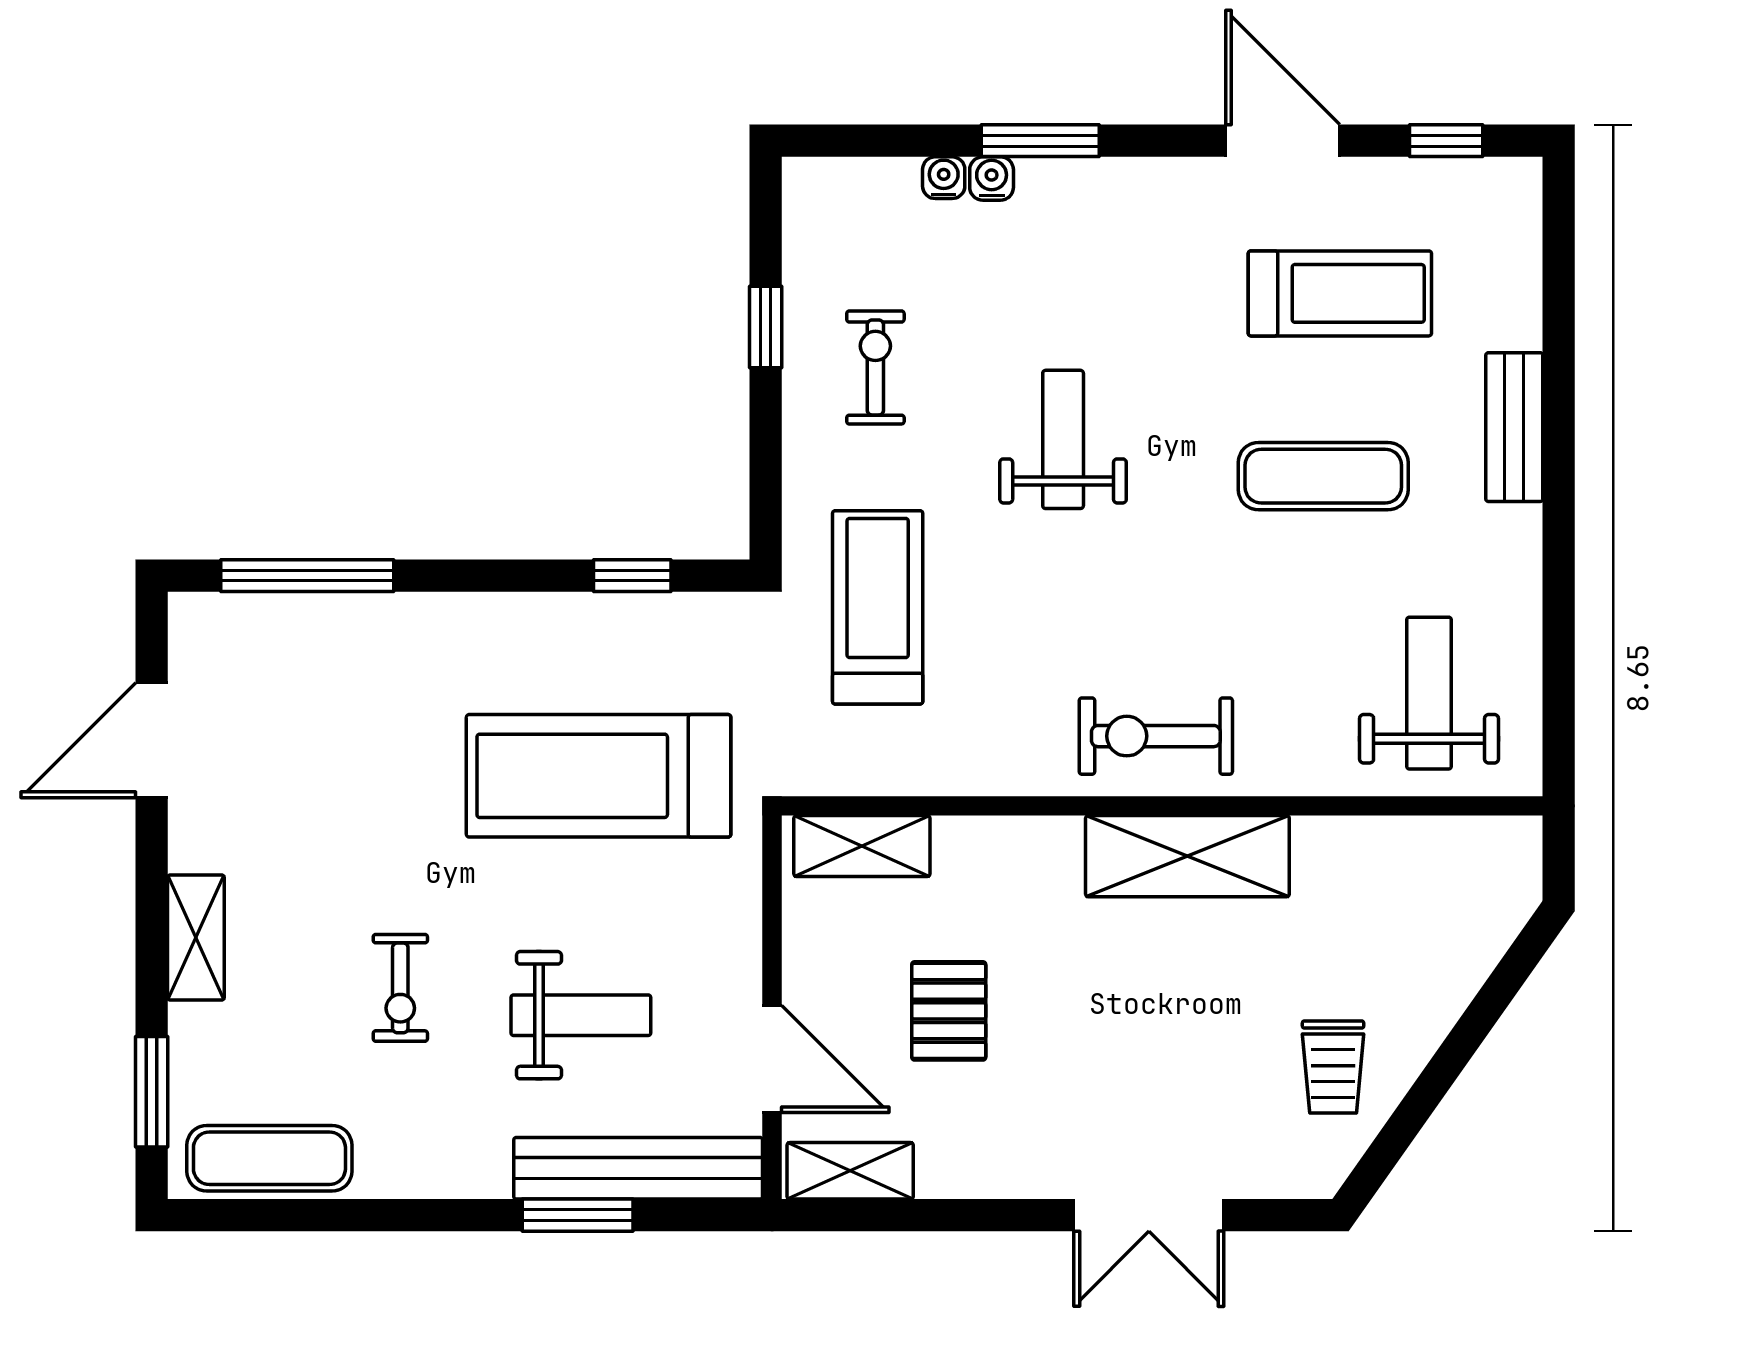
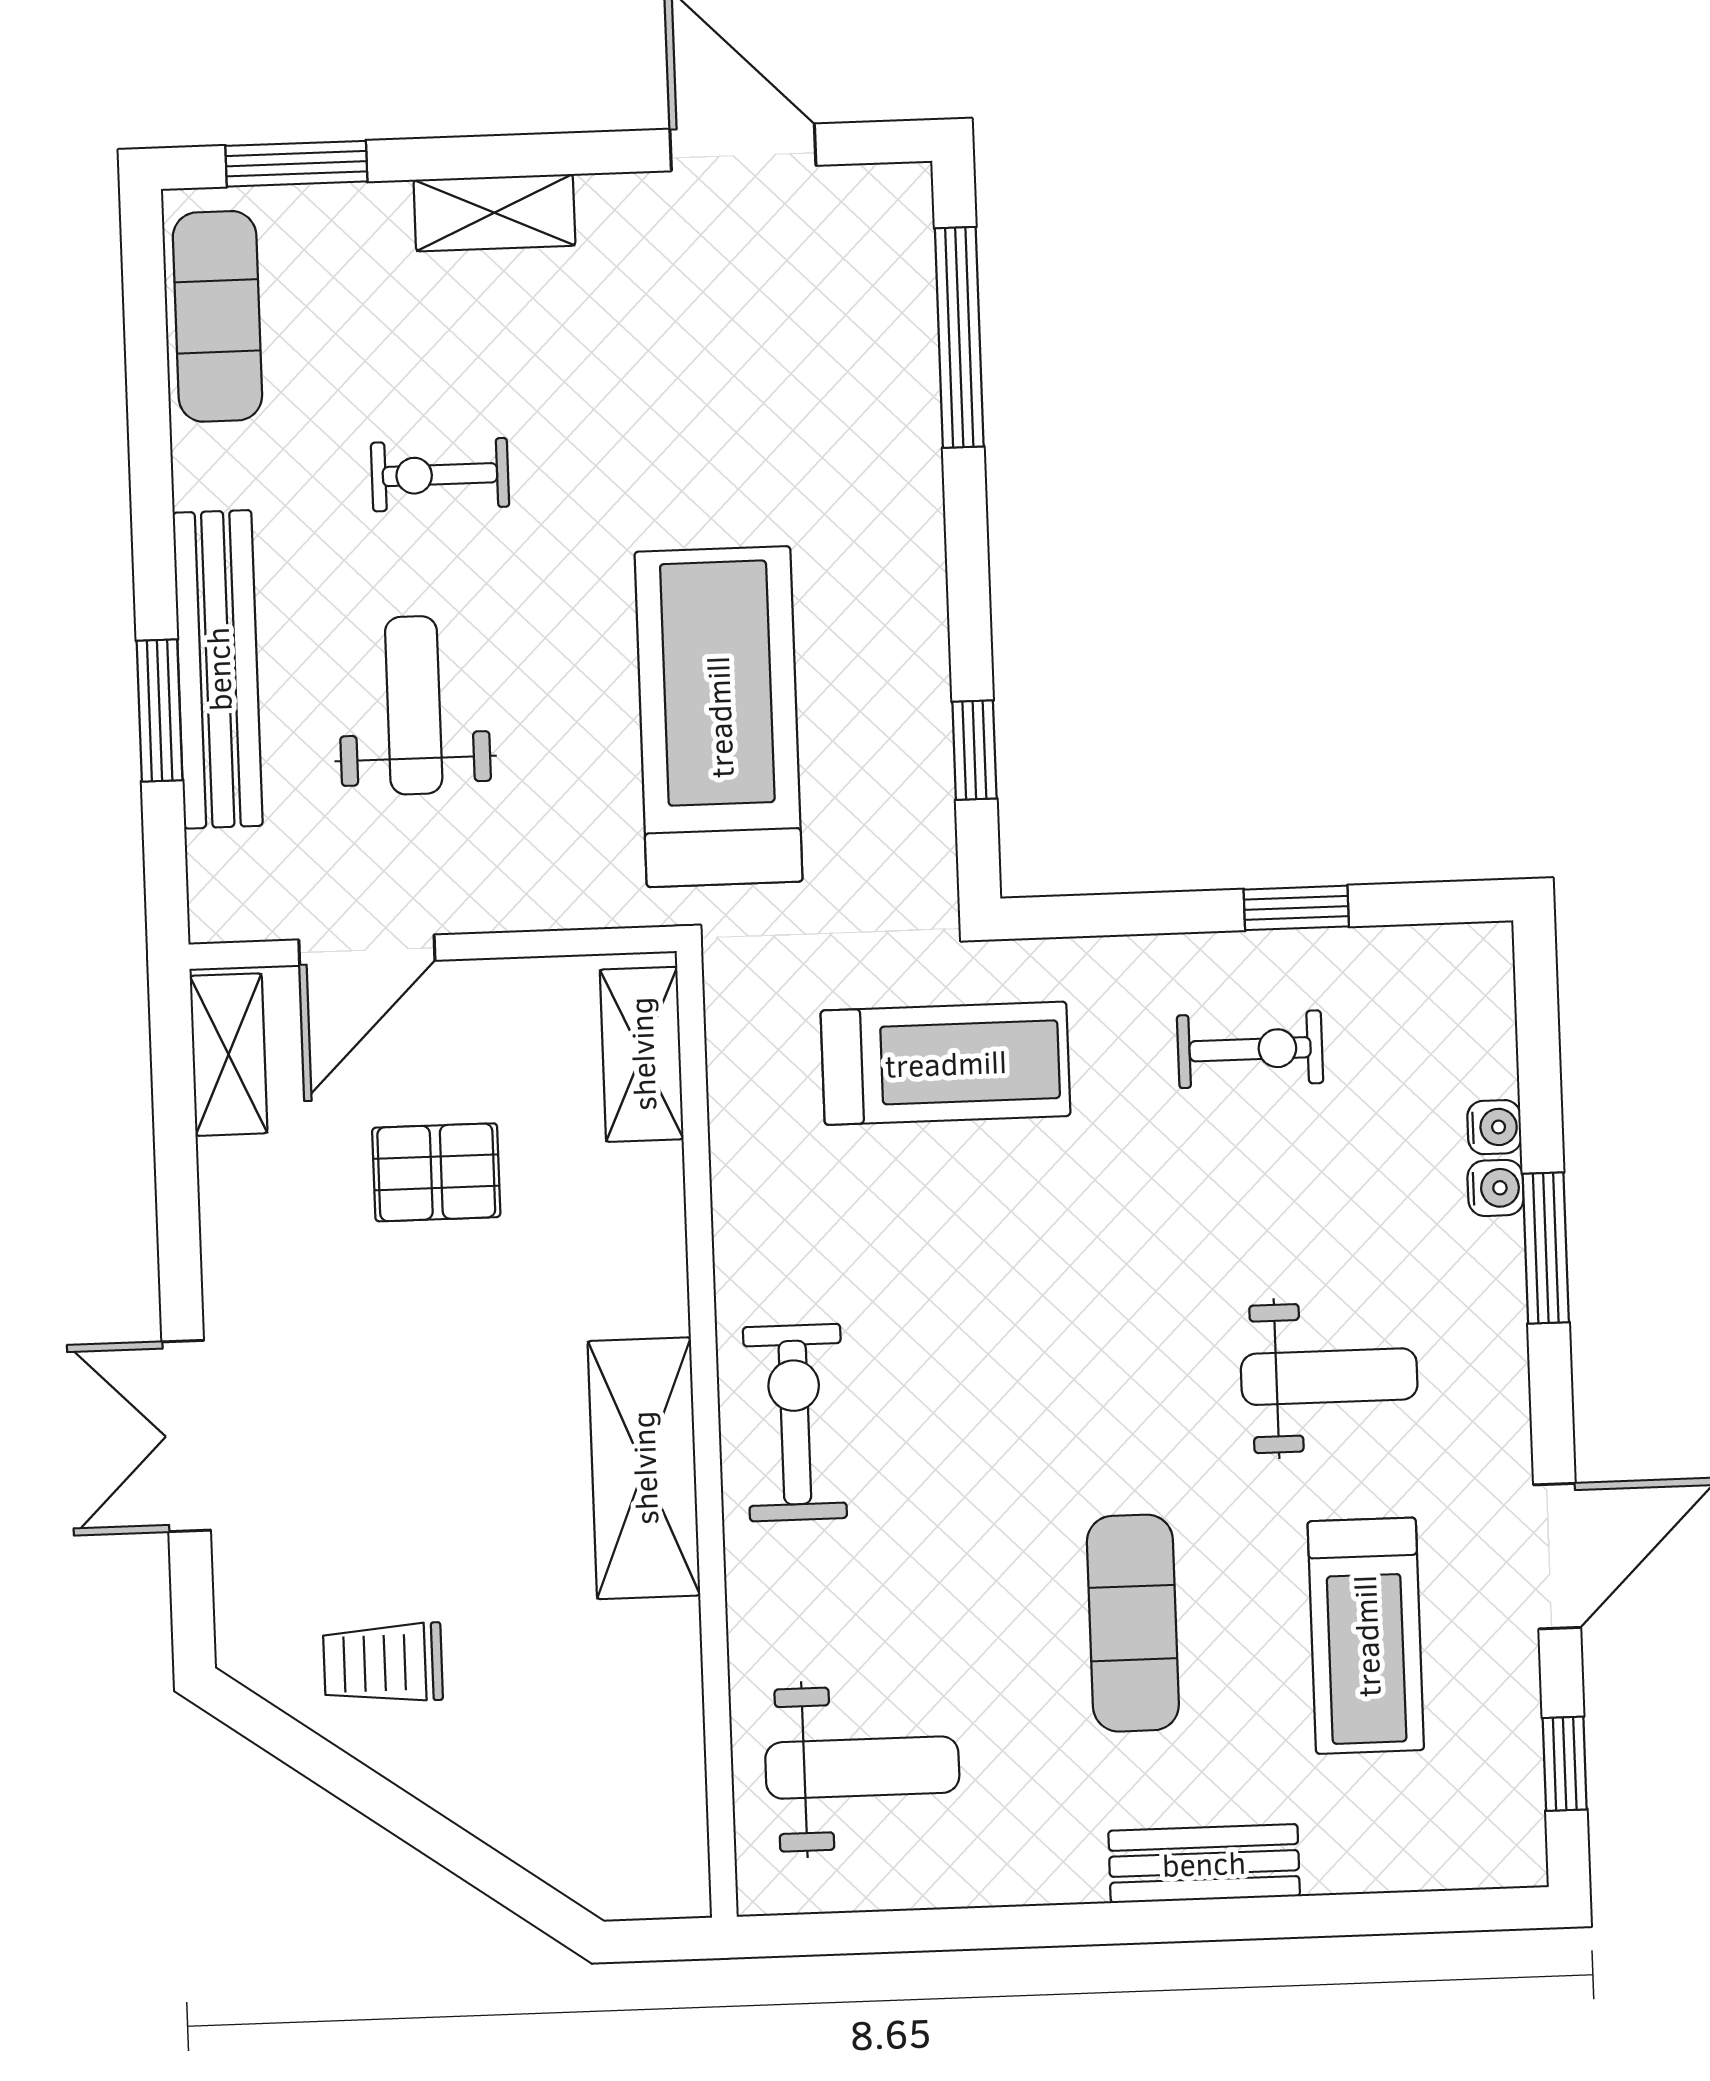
weight bench: (1063, 439) -> (1329, 1377), moved
weight bench: (581, 1015) -> (414, 705), turned 180
bench: (638, 1168) -> (218, 669), moved

